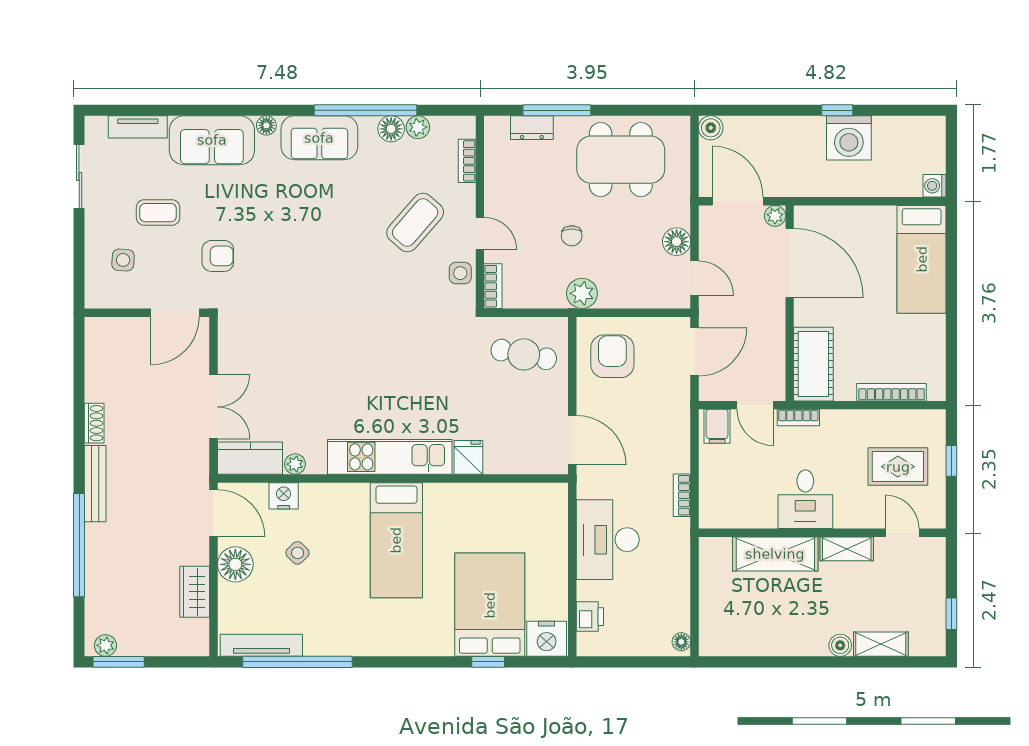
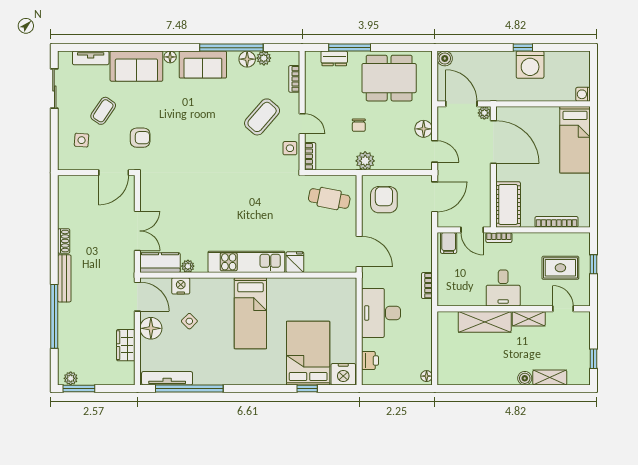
coffee table: (158, 213) -> (103, 111), turned -56

